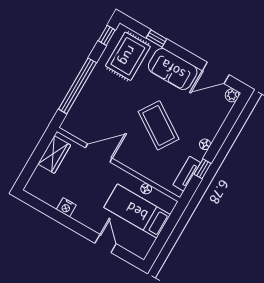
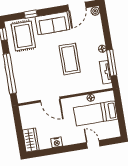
coffee table: (159, 125) -> (70, 59), turned 57
door: (99, 153) -> (50, 100), swing flipped
wardrobe: (54, 155) -> (31, 140), moved
window: (202, 169) -> (112, 63), width x2.17

